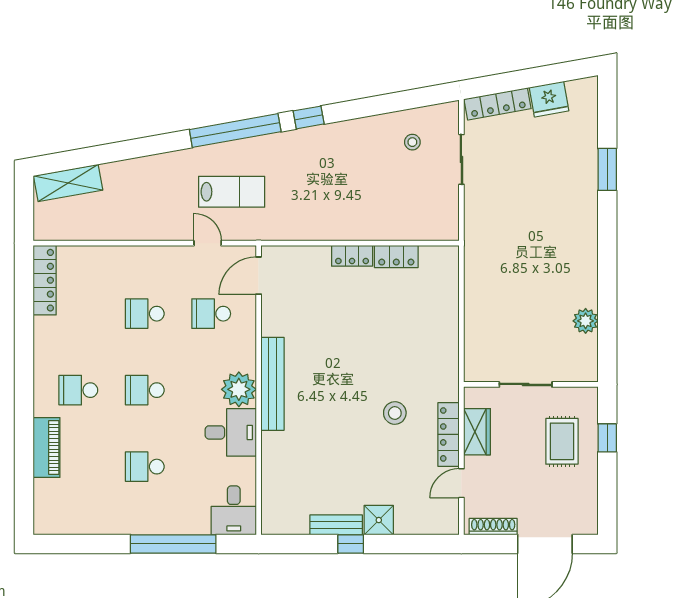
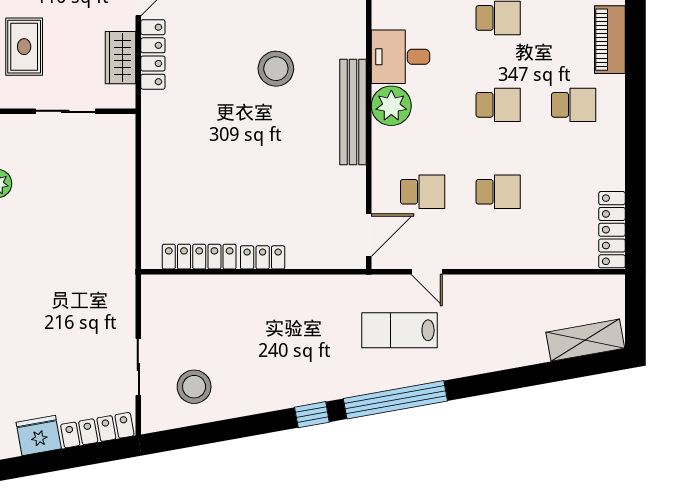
stool: (412, 142) -> (194, 387), width x1.89, depth x1.89
locker: (396, 257) -> (199, 257), width x1.53
stool: (395, 413) -> (276, 69), moved, width x1.38, depth x1.38

